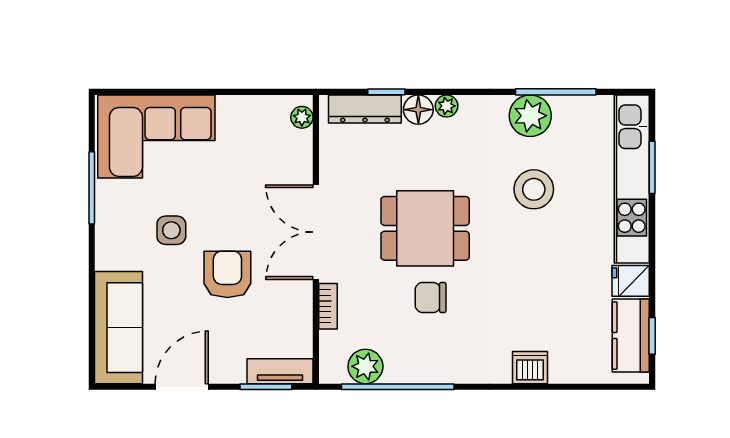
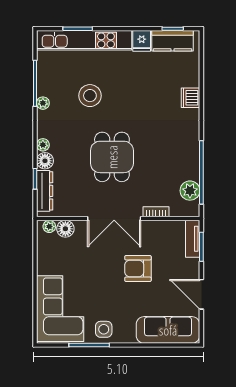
plant: (530, 116) -> (43, 103), width x0.53, depth x0.53
floor lamp: (298, 146) -> (65, 229), added
side table: (171, 230) -> (104, 329), moved
chair: (431, 297) -> (151, 154), removed

